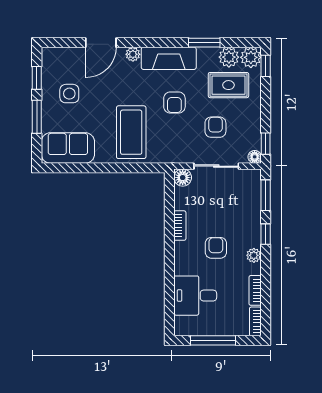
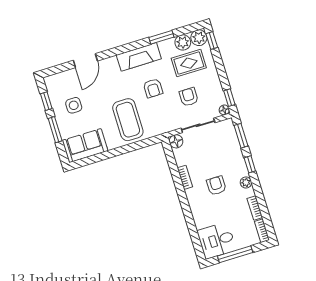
plant: (133, 54) -> (112, 62), removed
desk: (195, 296) -> (217, 240), moved

